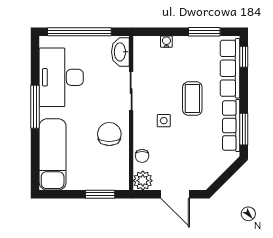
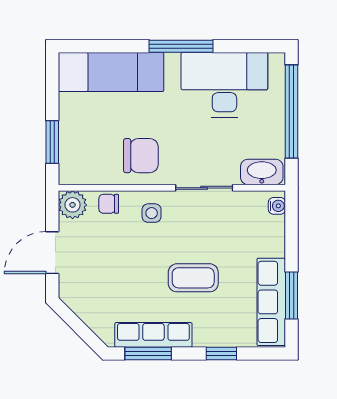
water cooler: (166, 42) -> (277, 206), moved
window: (244, 57) -> (221, 353), moved
row of seats: (230, 68) -> (271, 302), moved, turned -90
side table: (164, 121) -> (152, 213), moved

